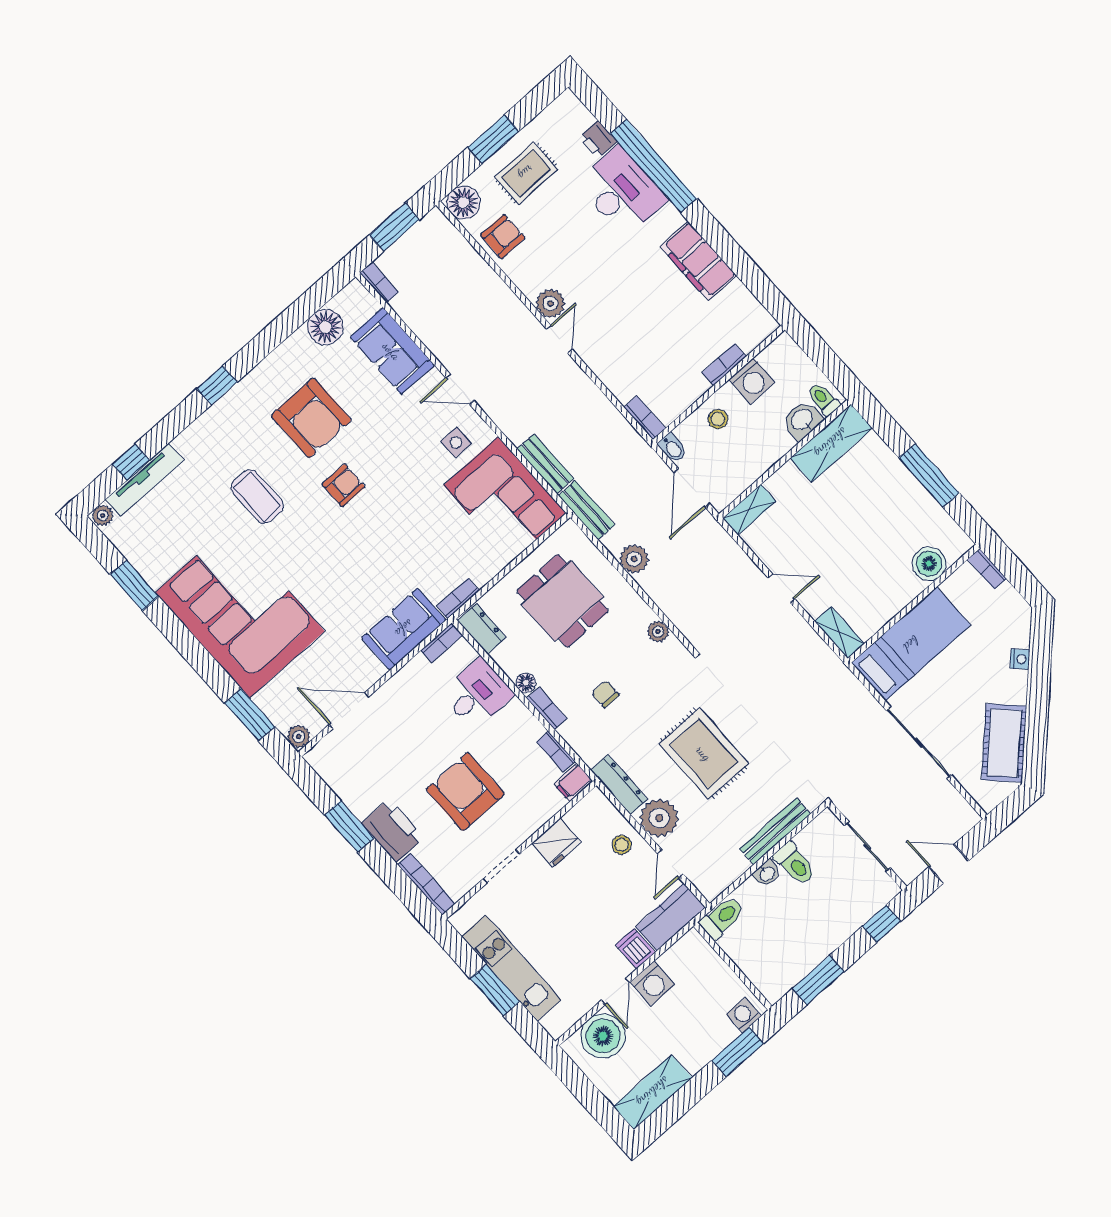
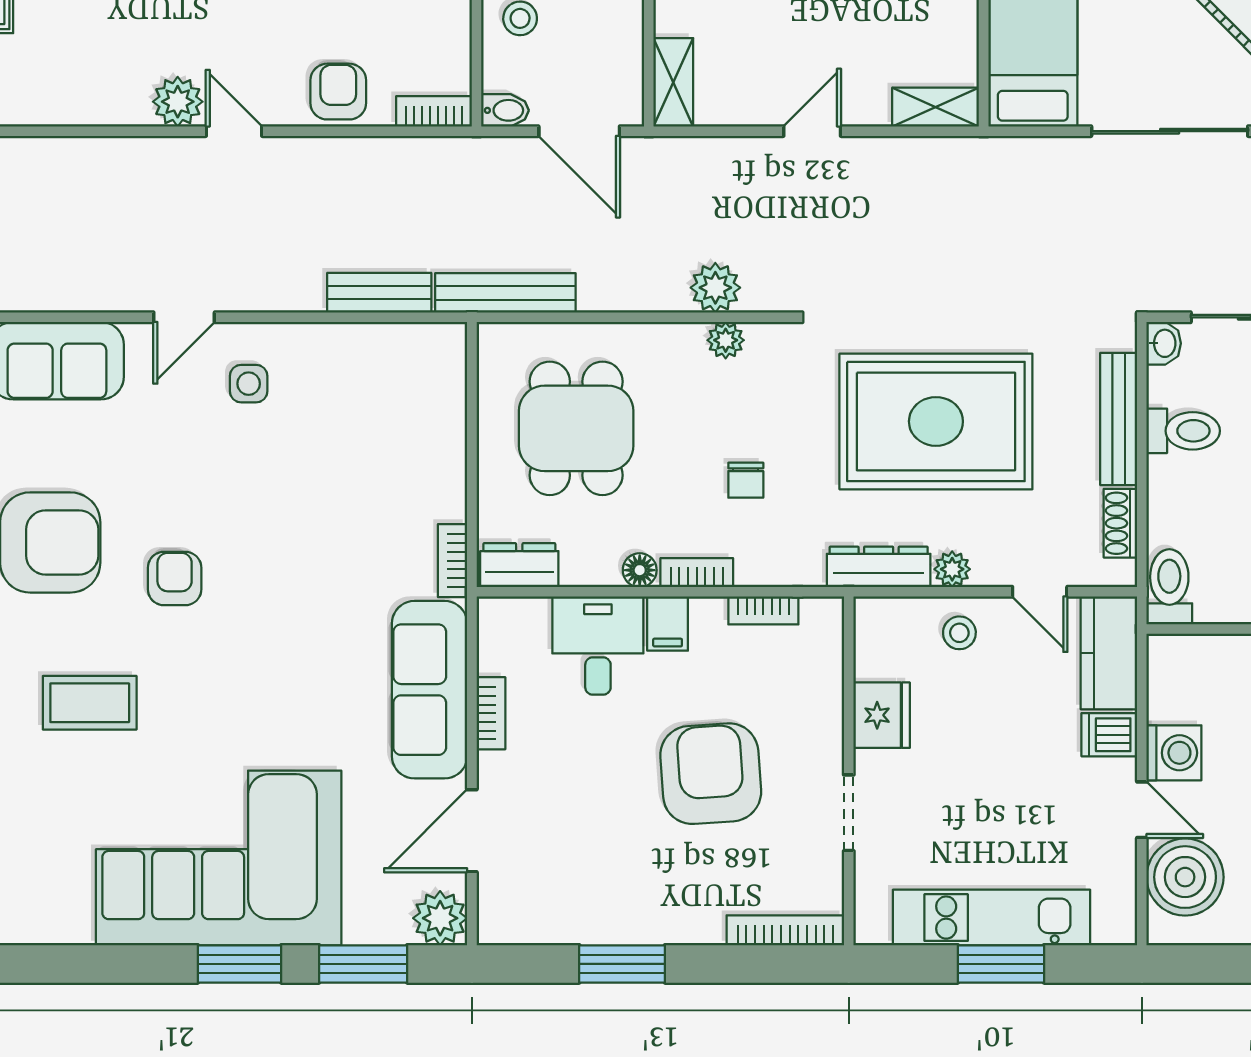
armchair: (503, 236) -> (338, 92), moved
corner sofa: (505, 499) -> (378, 385), removed
bench: (587, 510) -> (505, 293), width x1.36
plant: (634, 559) -> (715, 288), moved
window: (134, 585) -> (240, 964), moved
dining table: (563, 601) -> (576, 428), turned 90
sofa: (404, 629) -> (430, 690), width x1.36
bookcase: (442, 643) -> (491, 713), moved
chair: (605, 694) -> (746, 480), turned -90
plant: (299, 737) -> (440, 918), width x1.38, depth x1.38
rug: (704, 753) -> (936, 421), width x1.37, depth x1.44
filing cabinet: (573, 782) -> (668, 624), moved
armchair: (465, 792) -> (711, 774), turned 86
plant: (659, 818) -> (952, 569), width x0.53, depth x0.53
printer: (393, 831) -> (677, 912), removed
shoe rack: (731, 872) -> (1120, 523), added
washbasin: (767, 874) -> (1164, 343), moved

